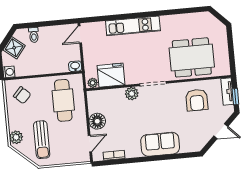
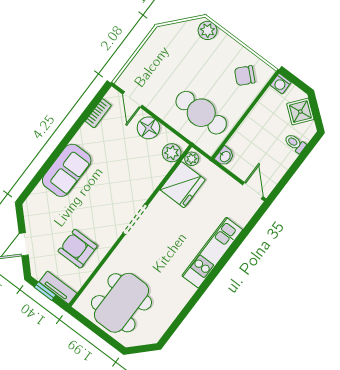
dining table: (192, 57) -> (121, 303), moved
plant: (132, 94) -> (172, 153), moved
sun lounger: (42, 140) -> (181, 54), removed

